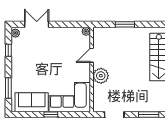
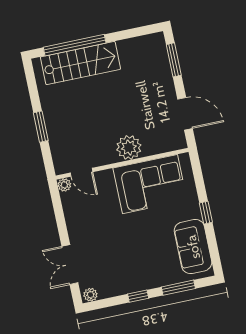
window: (8, 50) -> (138, 296), moved
door: (92, 55) -> (82, 172), moved
corner sofa: (70, 97) -> (150, 184), moved, turned -90

